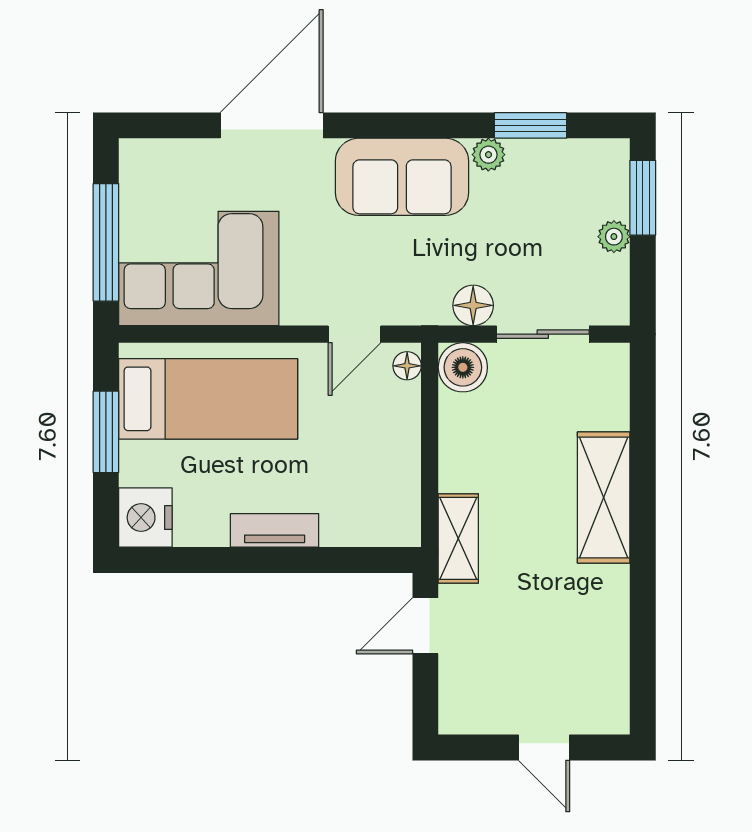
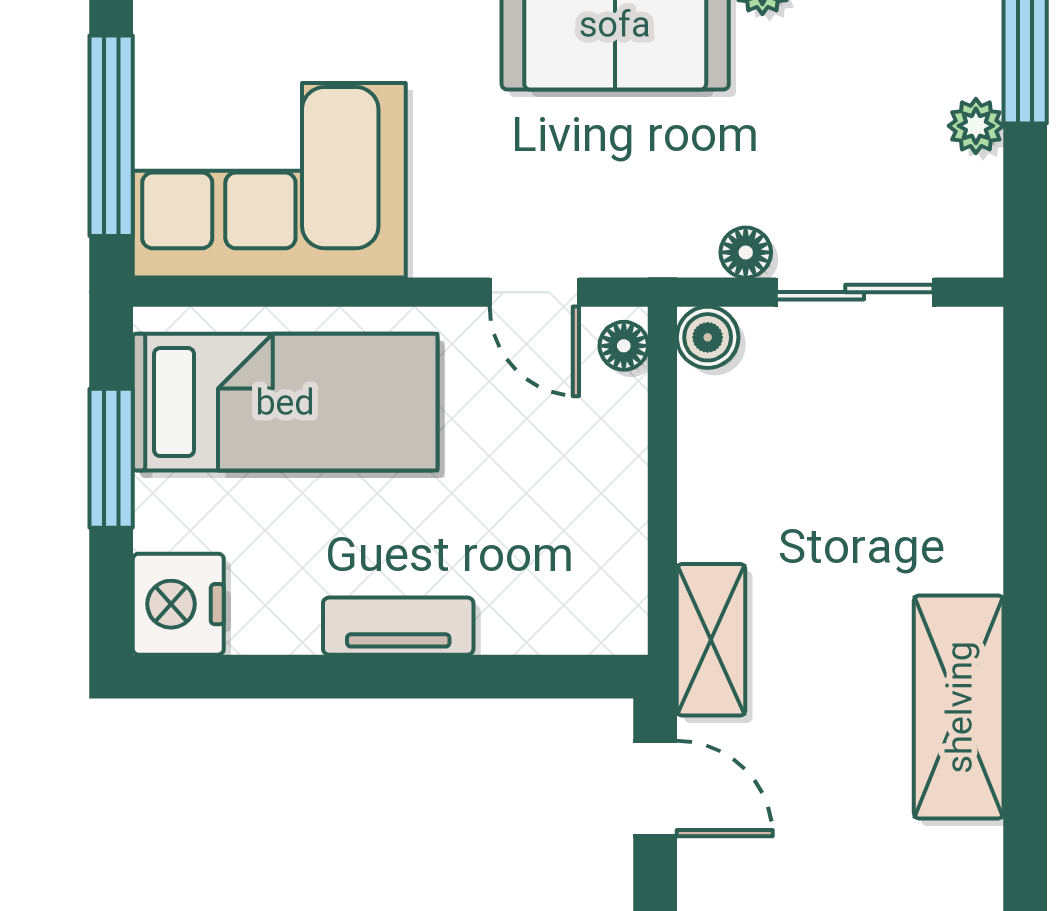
floor lamp: (473, 305) -> (746, 252), width x0.73, depth x0.73
door: (354, 334) -> (534, 292), hinge flipped
boiler: (463, 367) -> (708, 337), width x0.73, depth x0.73
shelving: (604, 498) -> (959, 707), moved
door: (425, 626) -> (655, 789), swing flipped

